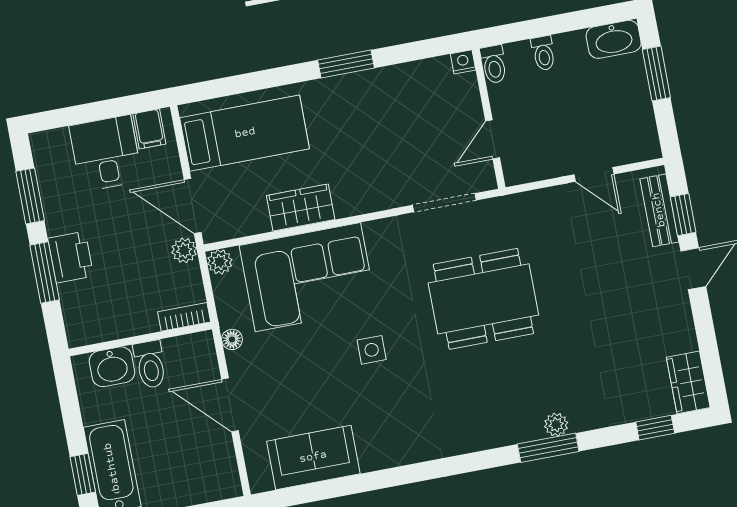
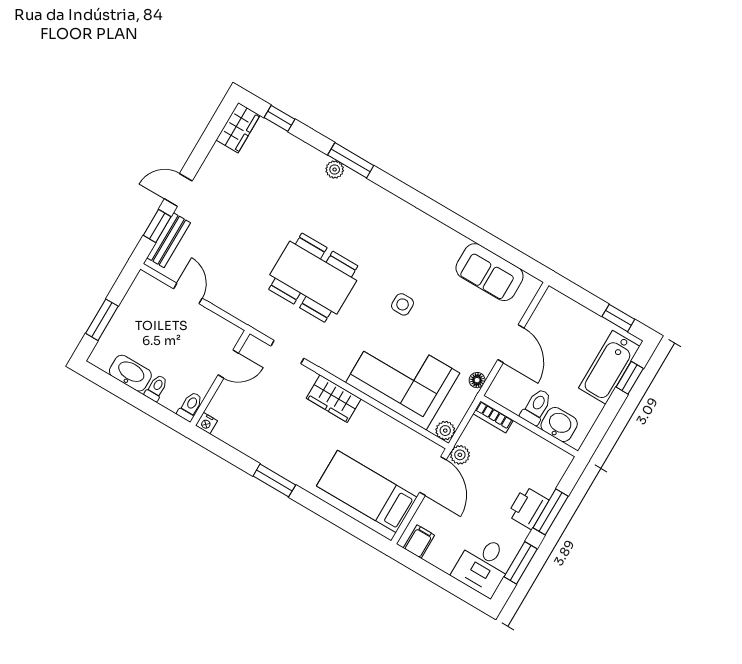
washbasin: (614, 39) -> (130, 373), moved
desk: (106, 153) -> (483, 565), moved
doorway: (444, 203) -> (287, 352), width x0.73
wardrobe: (301, 208) -> (334, 399), moved

